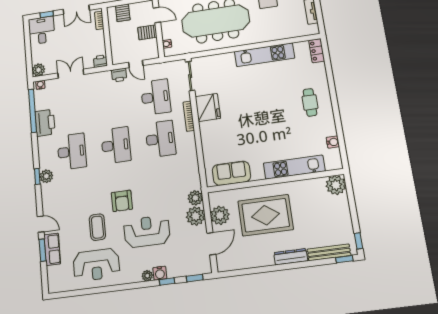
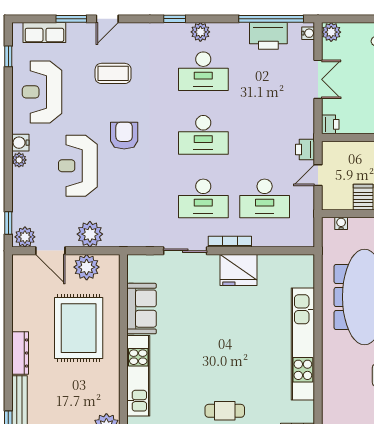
kitchen unit: (265, 55) -> (303, 344), width x1.36
sliding door: (190, 76) -> (185, 251), moved
printer: (45, 123) -> (268, 36), moved
sofa: (231, 173) -> (142, 309), moved
plant: (46, 176) -> (200, 32), moved
plant: (195, 198) -> (25, 237), moved
armchair: (122, 201) -> (124, 136), turned 90
coffee table: (97, 227) -> (113, 73), moved
reception desk: (147, 232) -> (78, 166), turned 180
row of seats: (52, 249) -> (44, 33), moved
water cooler: (160, 273) -> (20, 143), moved
window: (167, 282) -> (8, 56), moved

